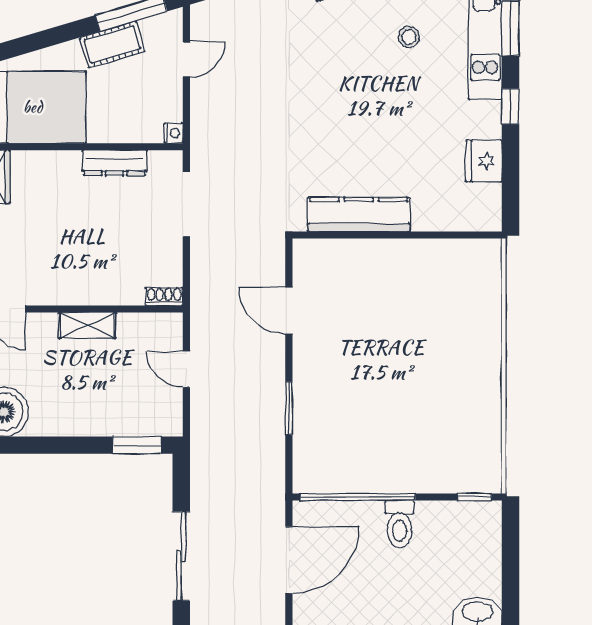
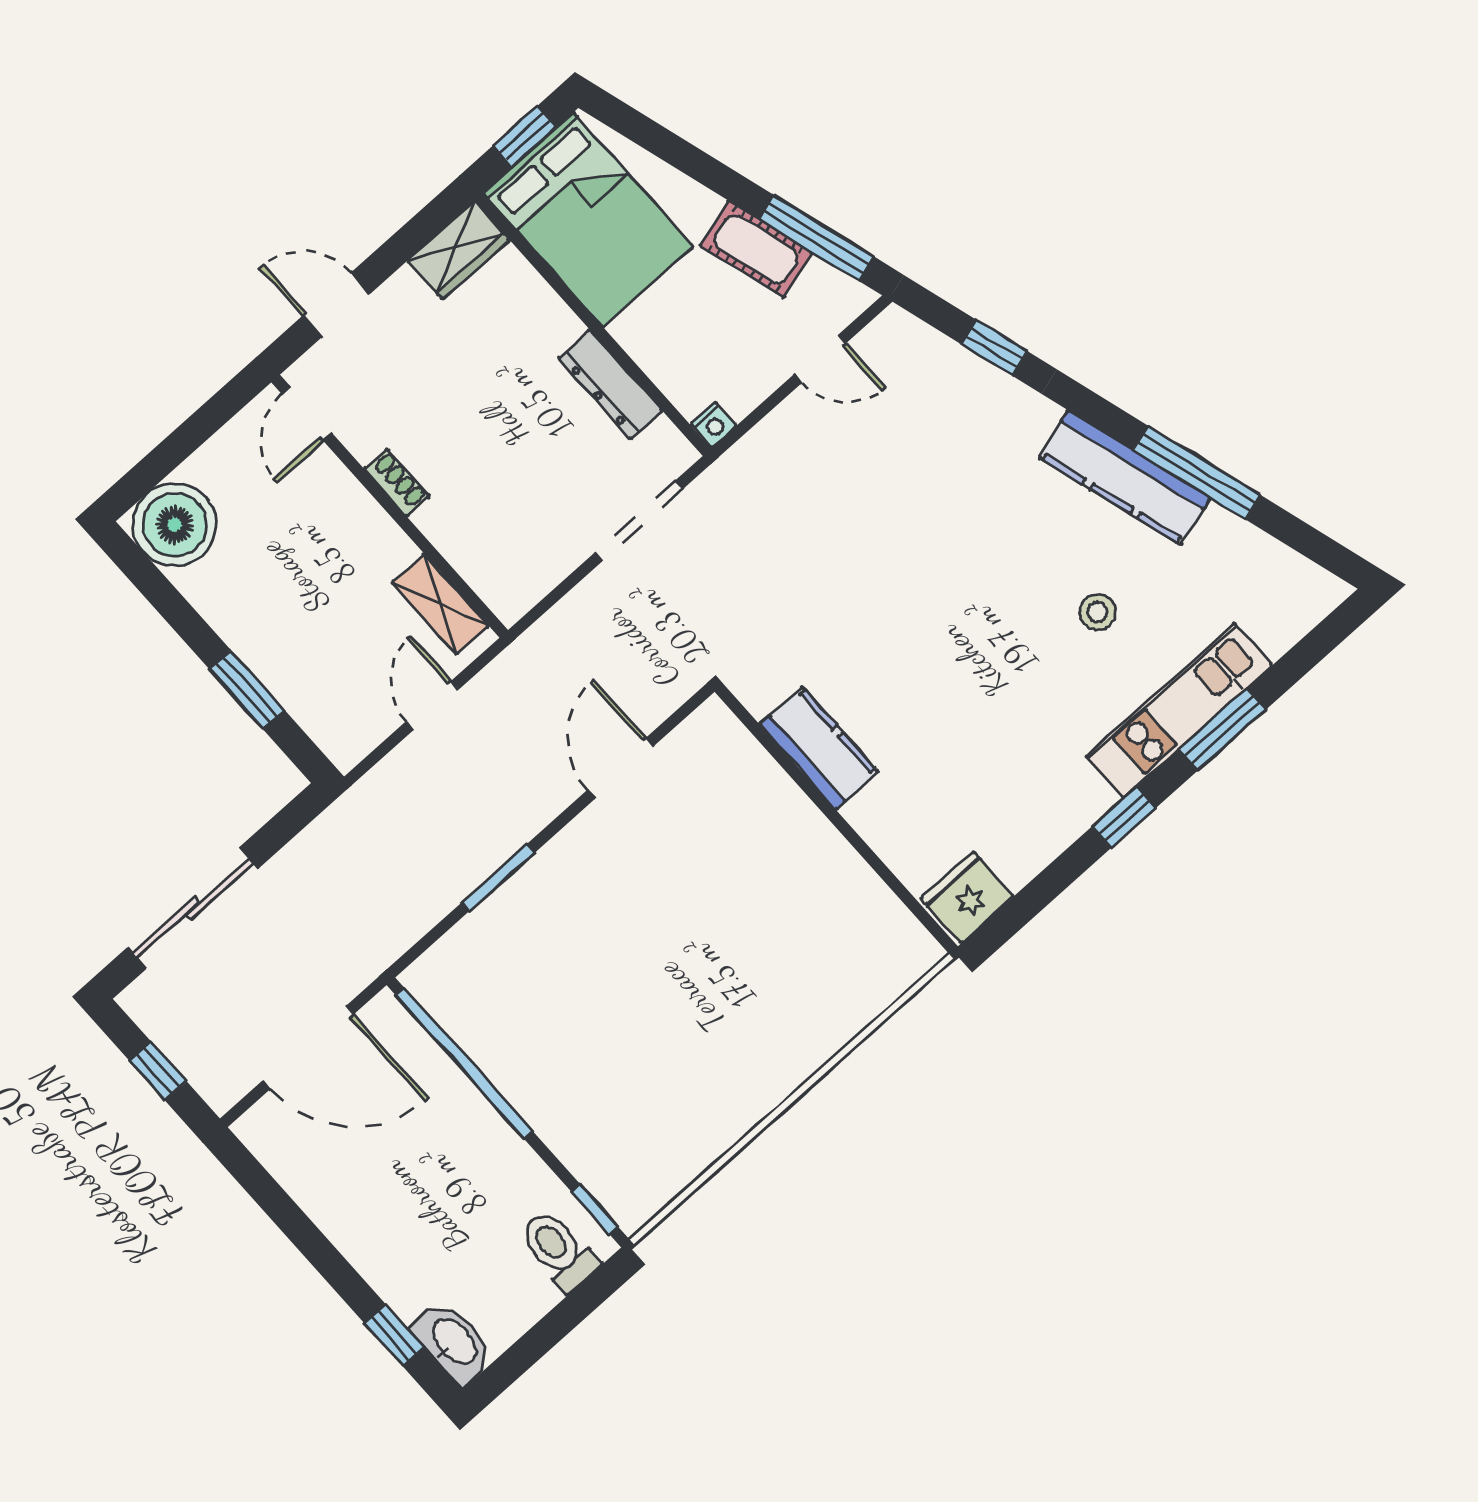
fridge: (484, 161) -> (967, 897), moved
kitchen counter: (359, 215) -> (819, 748), width x0.67
shoe rack: (164, 296) -> (397, 483), moved
shelving: (87, 325) -> (440, 604), moved
window: (137, 445) -> (247, 690), moved
toilet: (399, 524) -> (559, 1250), moved, turned 90

